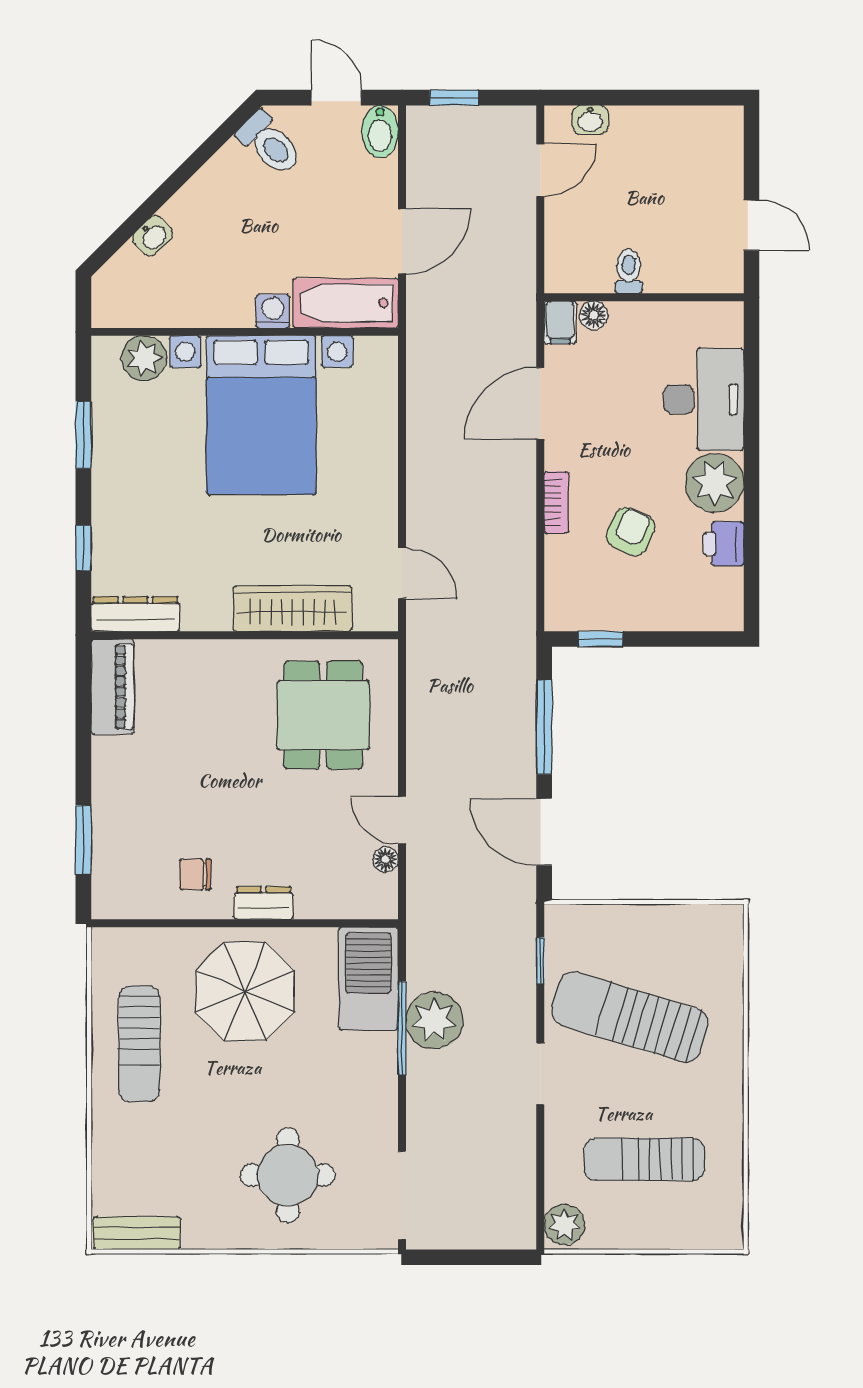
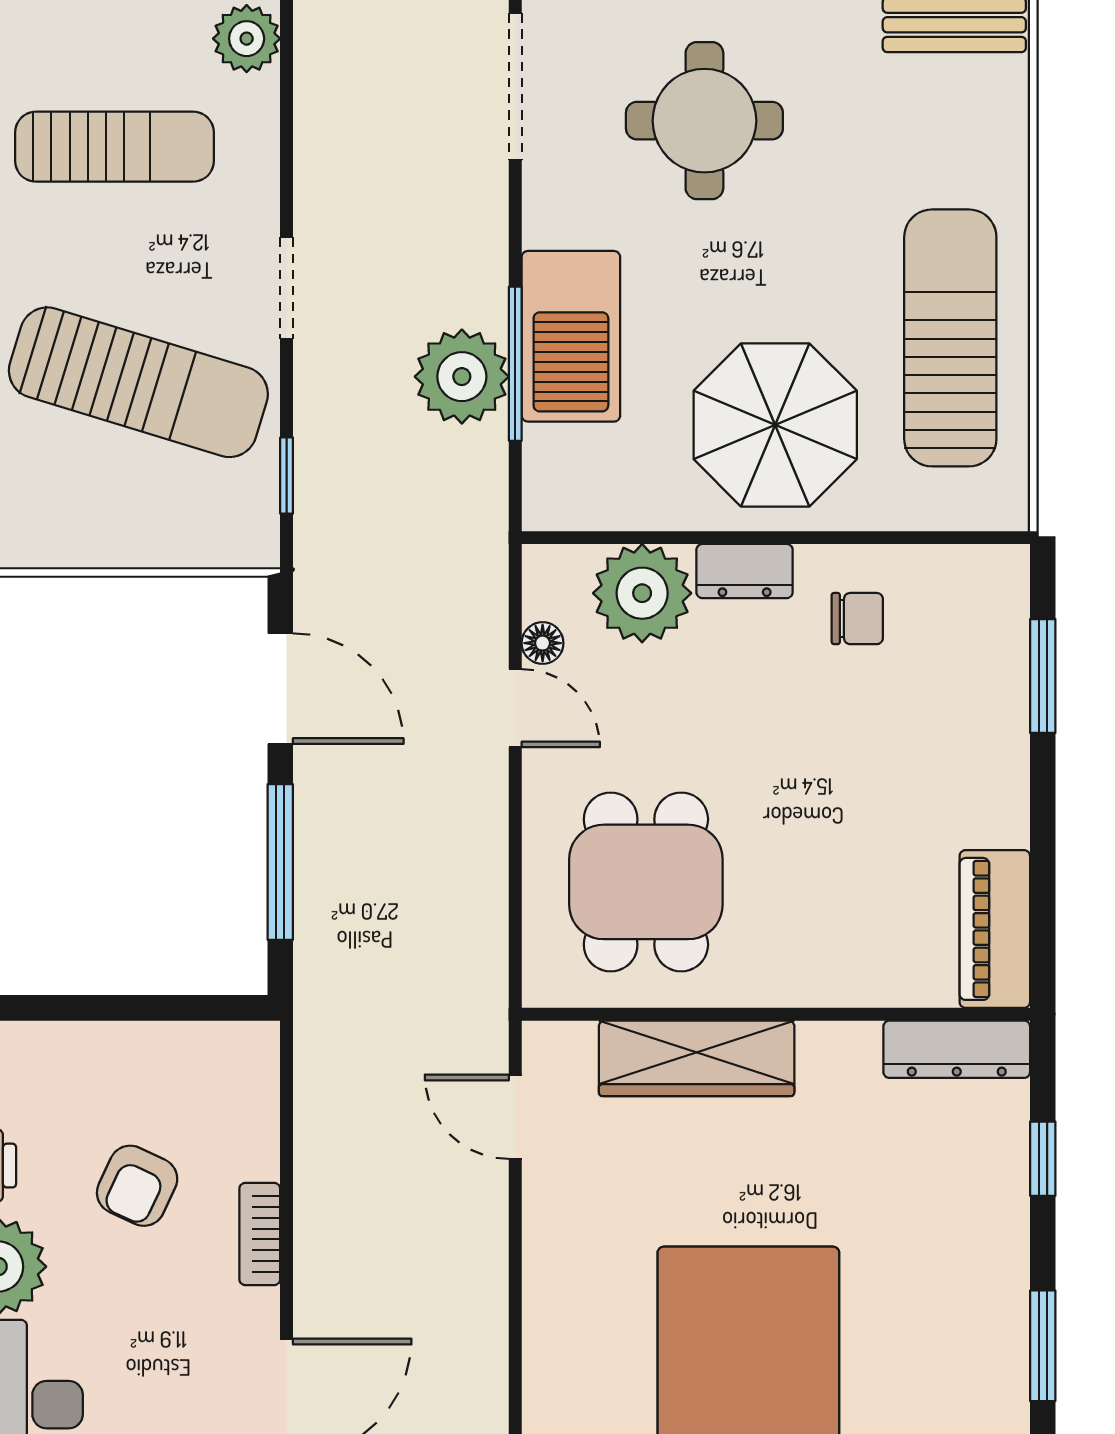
window: (601, 639) -> (187, 1008), removed
plant: (325, 890) -> (642, 593), added
barbecue: (368, 979) -> (571, 336), moved
sun lounger: (139, 1044) -> (950, 338), width x1.36, depth x1.34

